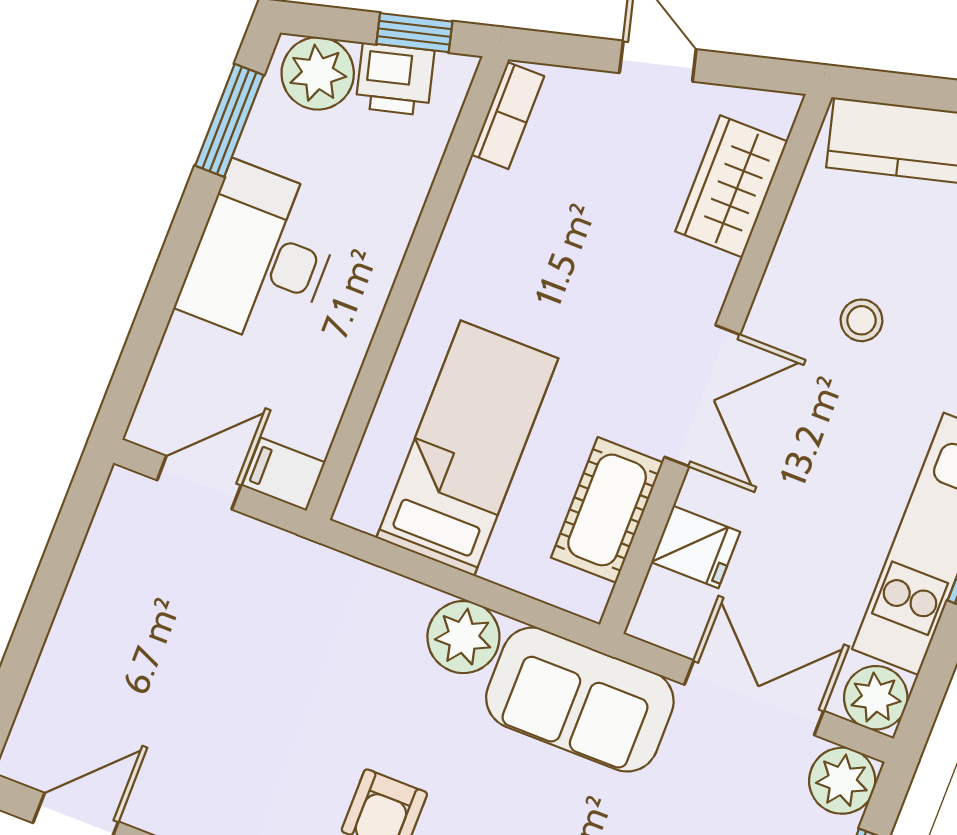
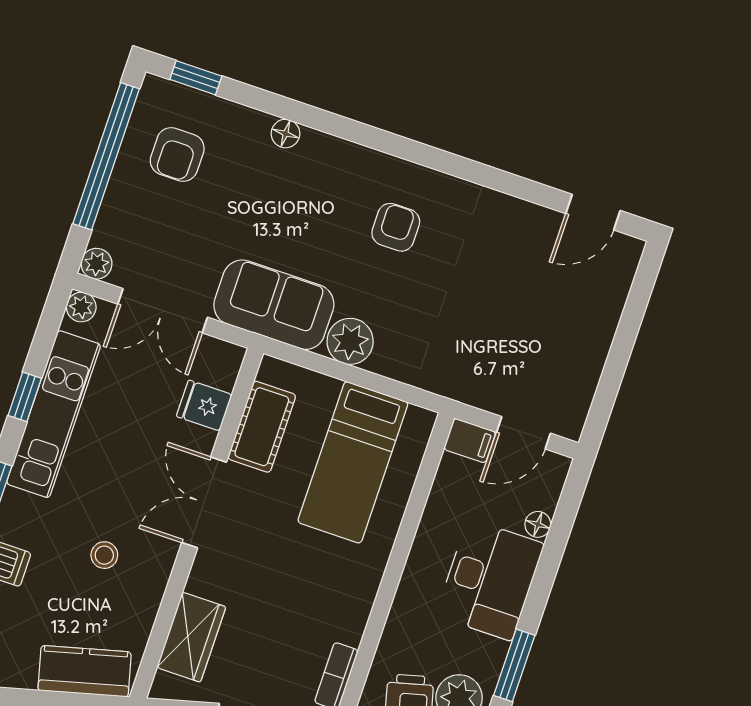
floor lamp: (183, 339) -> (538, 524), added
plant: (876, 698) -> (81, 307), width x0.73, depth x0.73
plant: (842, 781) -> (97, 264), width x0.73, depth x0.73

